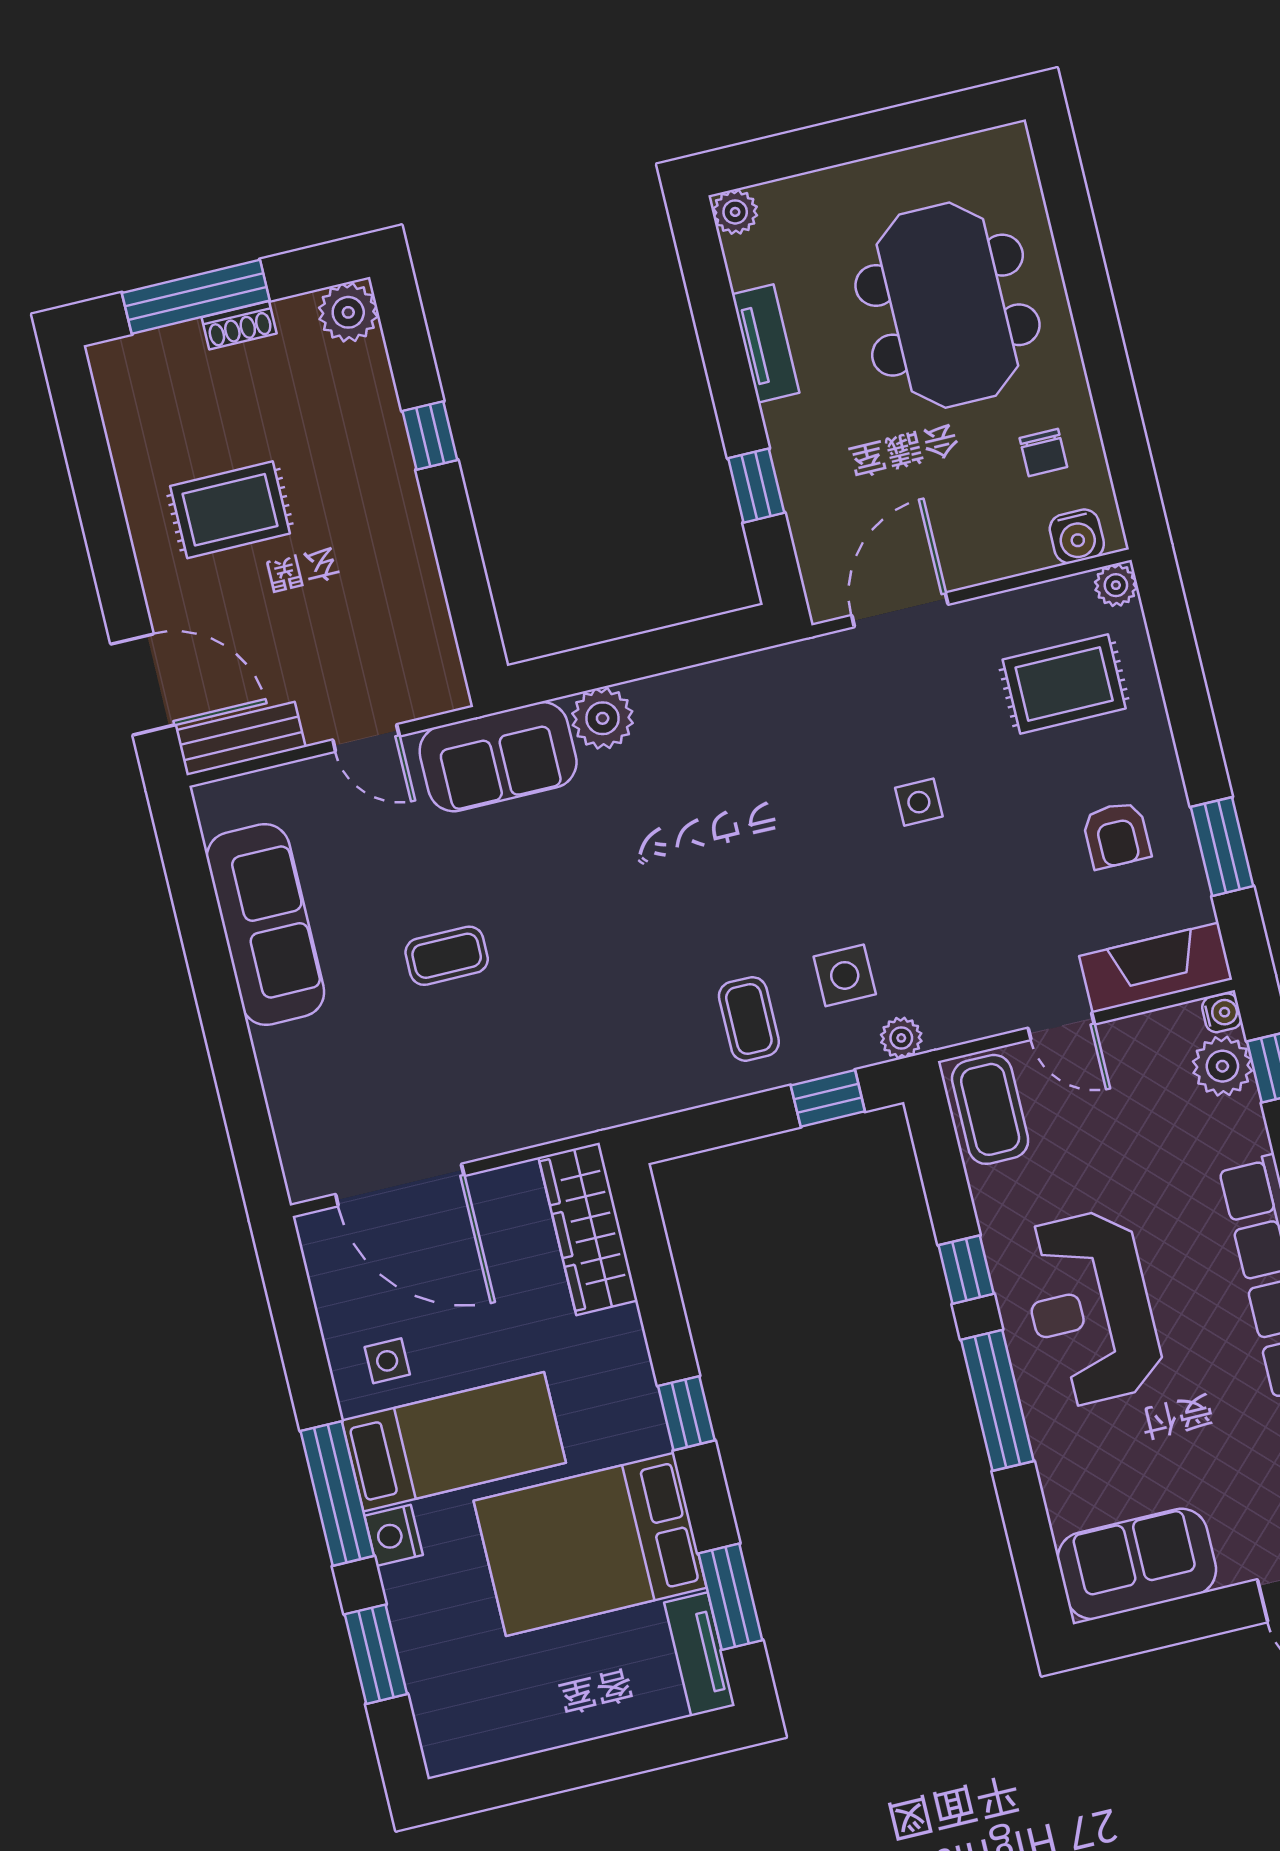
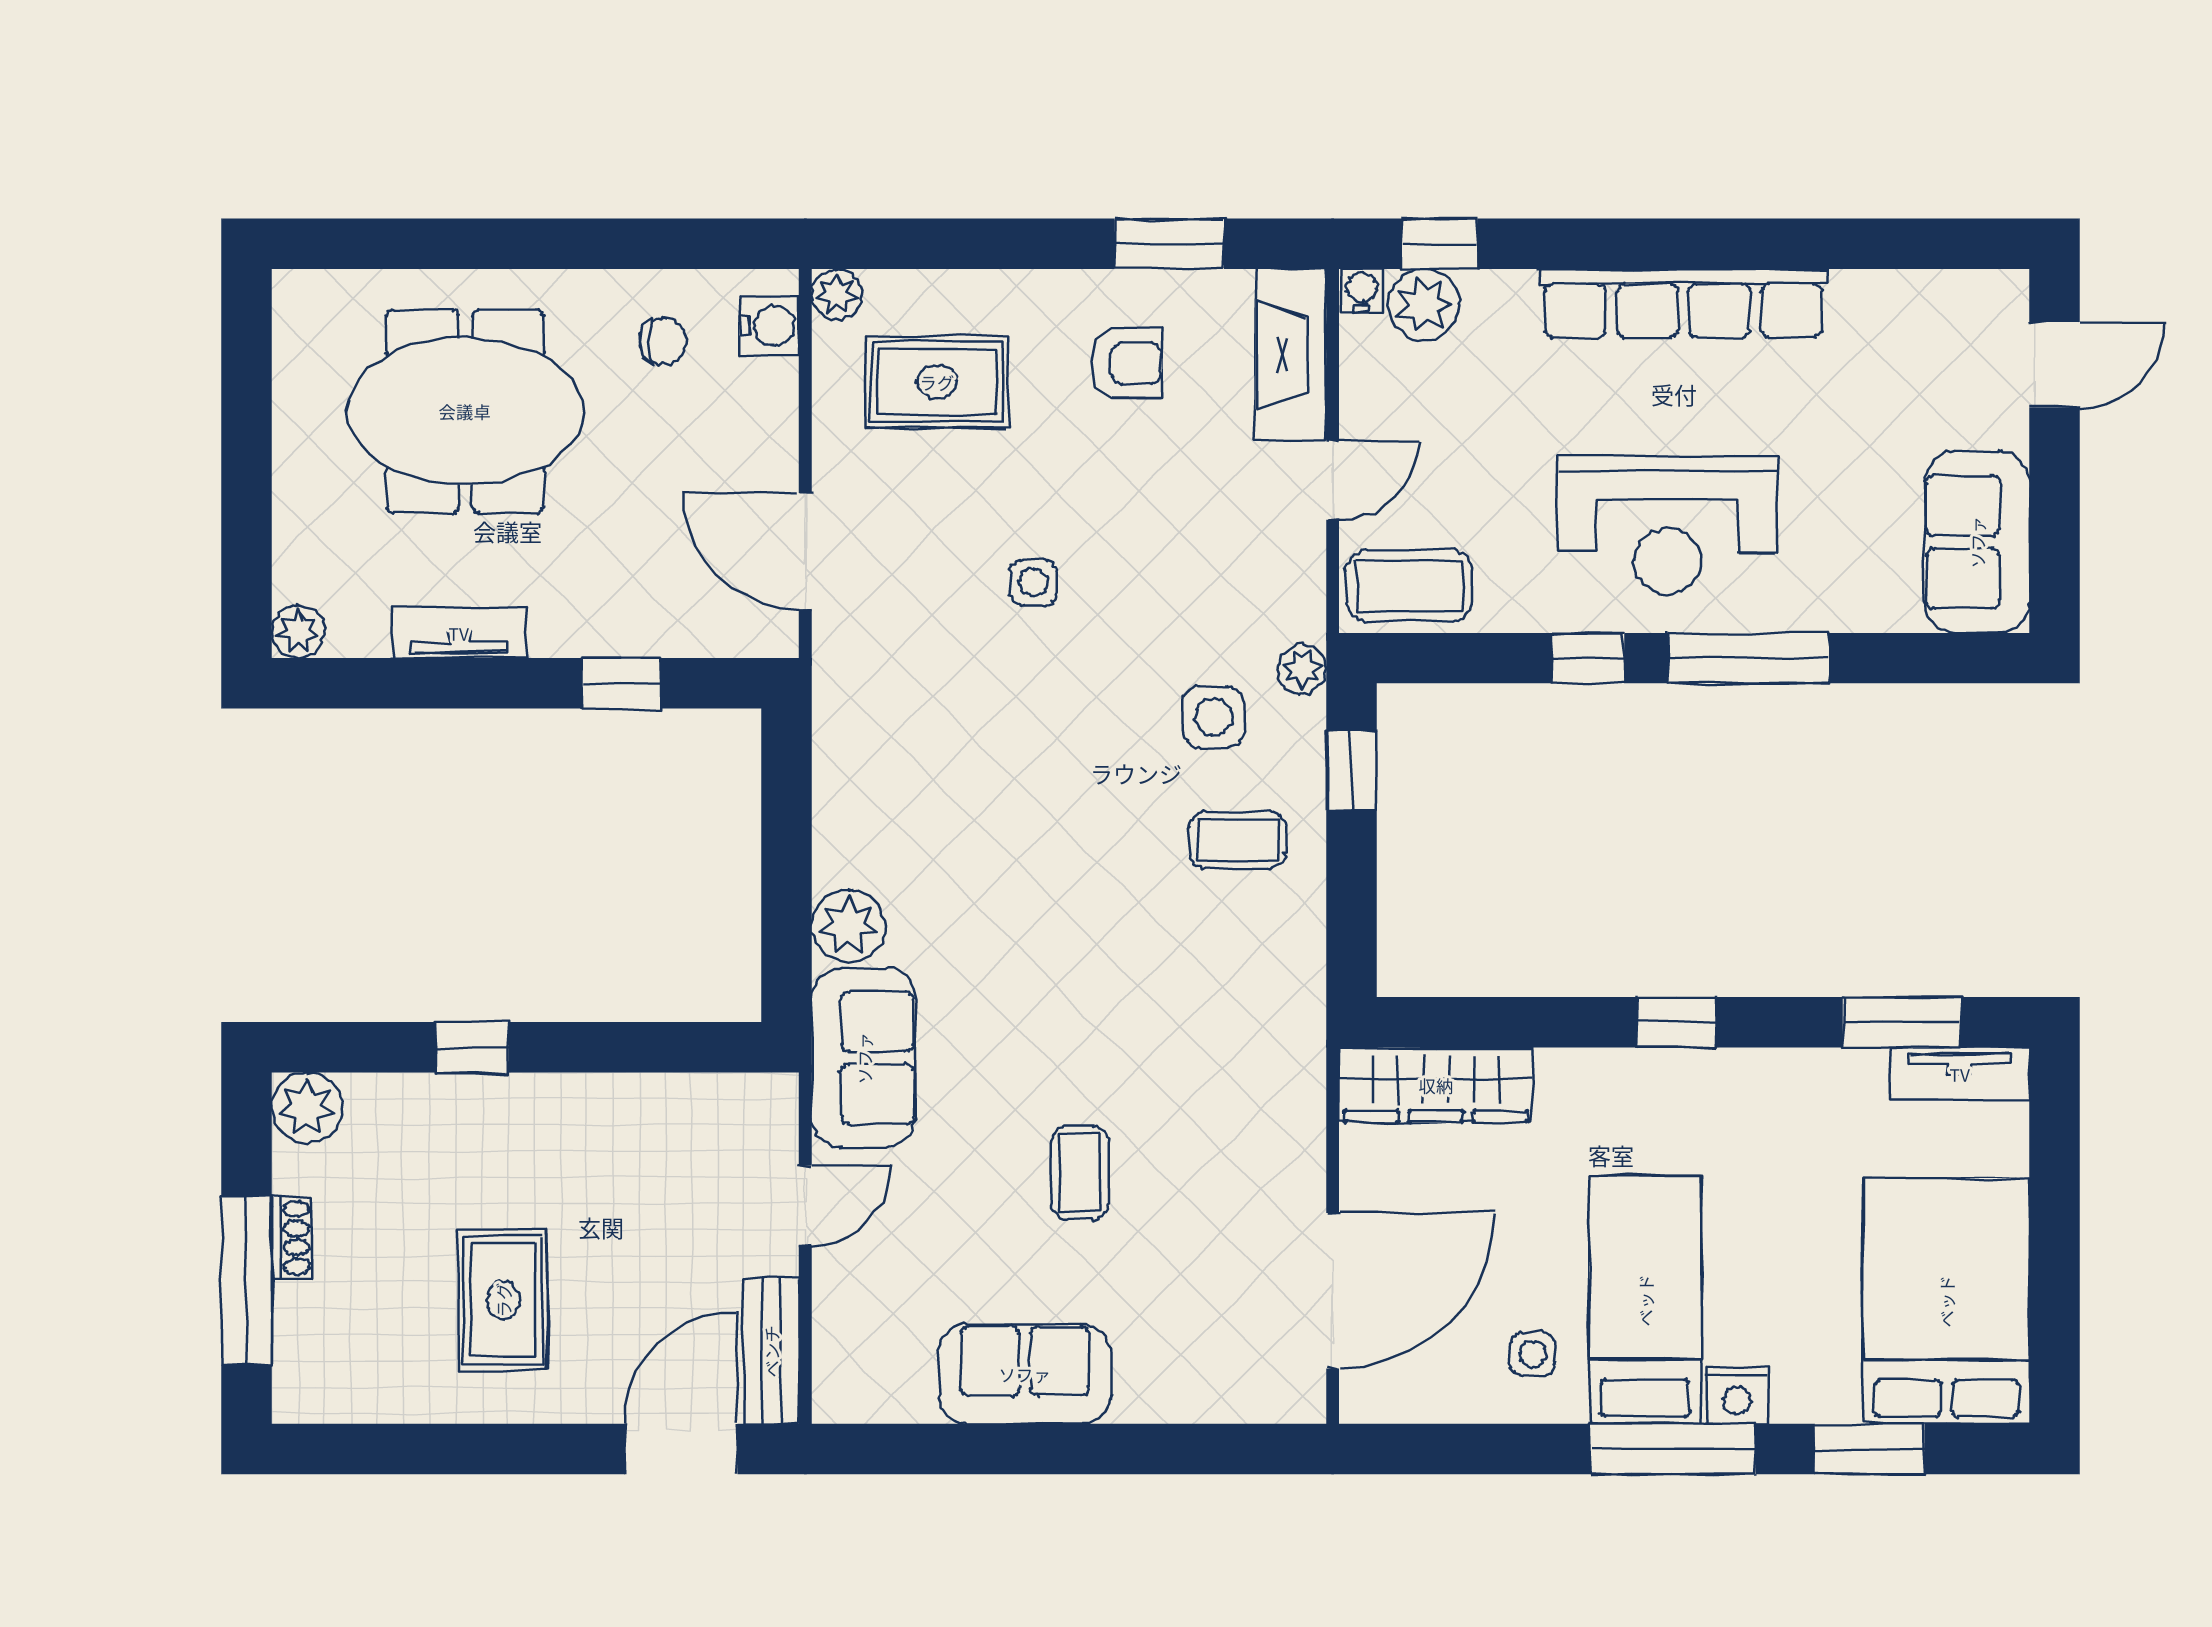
rug: (1064, 684) -> (937, 382), turned 90
sofa: (265, 925) -> (1025, 1374), width x0.73
bed: (590, 1544) -> (1946, 1301), moved, turned 180

